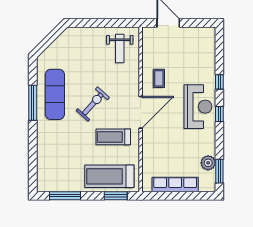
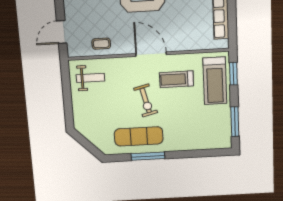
coffee table: (159, 78) -> (101, 44), moved
exercise bike: (93, 104) -> (146, 100), turned -146
treadmill: (113, 137) -> (176, 79), turned 90

